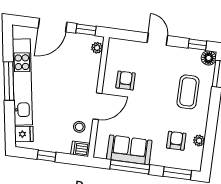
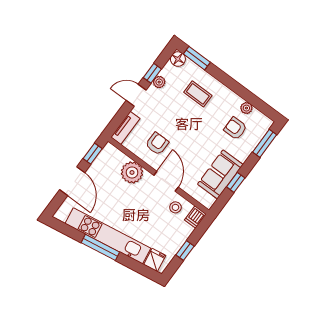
window: (197, 44) -> (152, 73), moved
tv unit: (124, 46) -> (125, 128), added
plant: (97, 48) -> (132, 172), moved, width x1.88, depth x1.88
plant: (180, 53) -> (159, 82), added
armchair: (126, 80) -> (157, 144), turned 90
coffee table: (188, 92) -> (198, 94), width x0.73, depth x0.77
window: (130, 167) -> (236, 182), width x0.46

